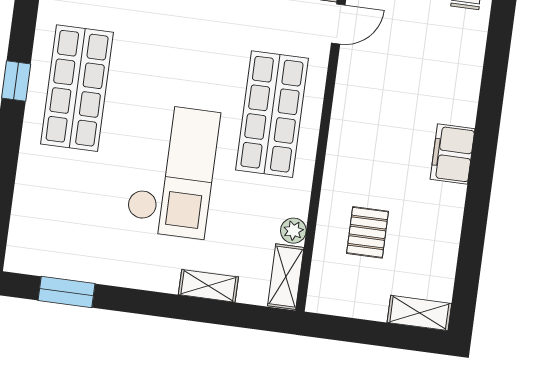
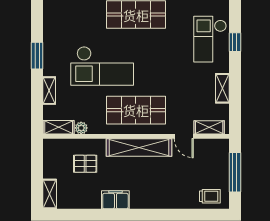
shelving: (349, 118) -> (139, 147), added
filing cabinet: (453, 154) -> (115, 200), moved
window: (67, 292) -> (37, 56), moved

